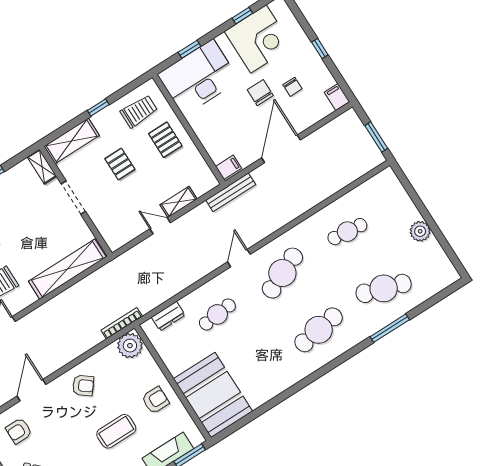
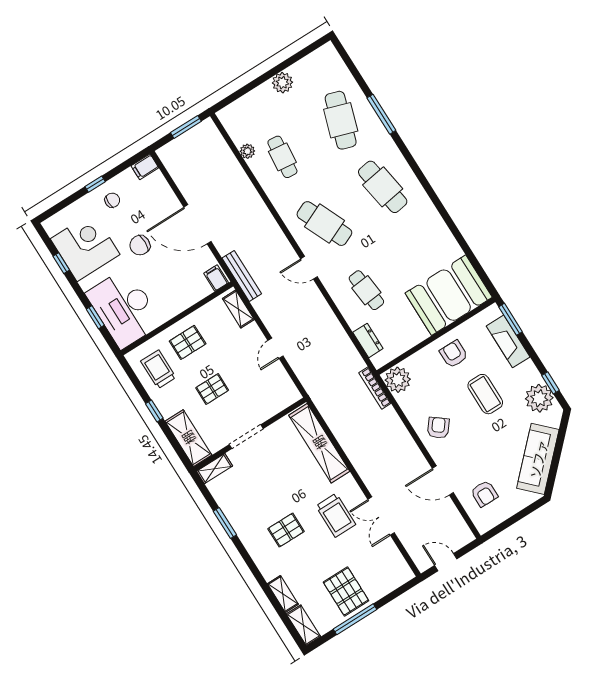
chair: (292, 87) -> (112, 200), moved
plant: (353, 197) -> (247, 151), added
shelving: (179, 202) -> (238, 309), moved

